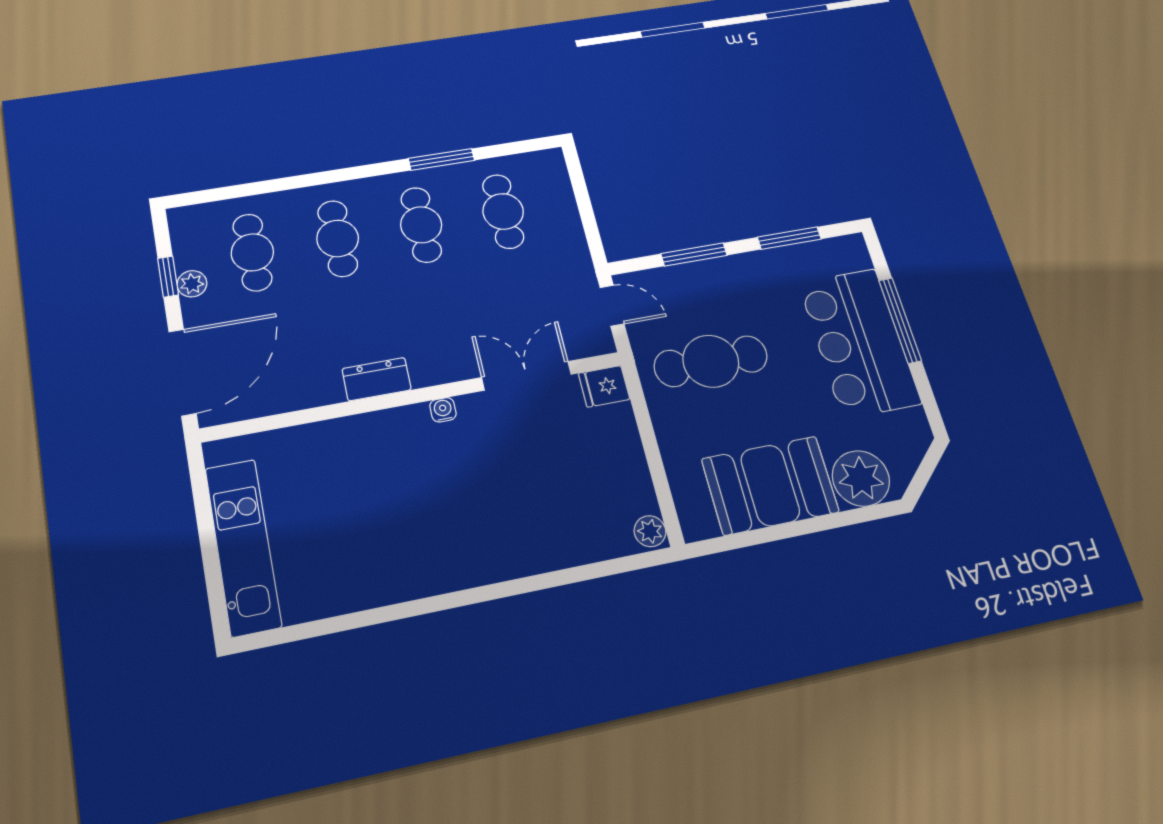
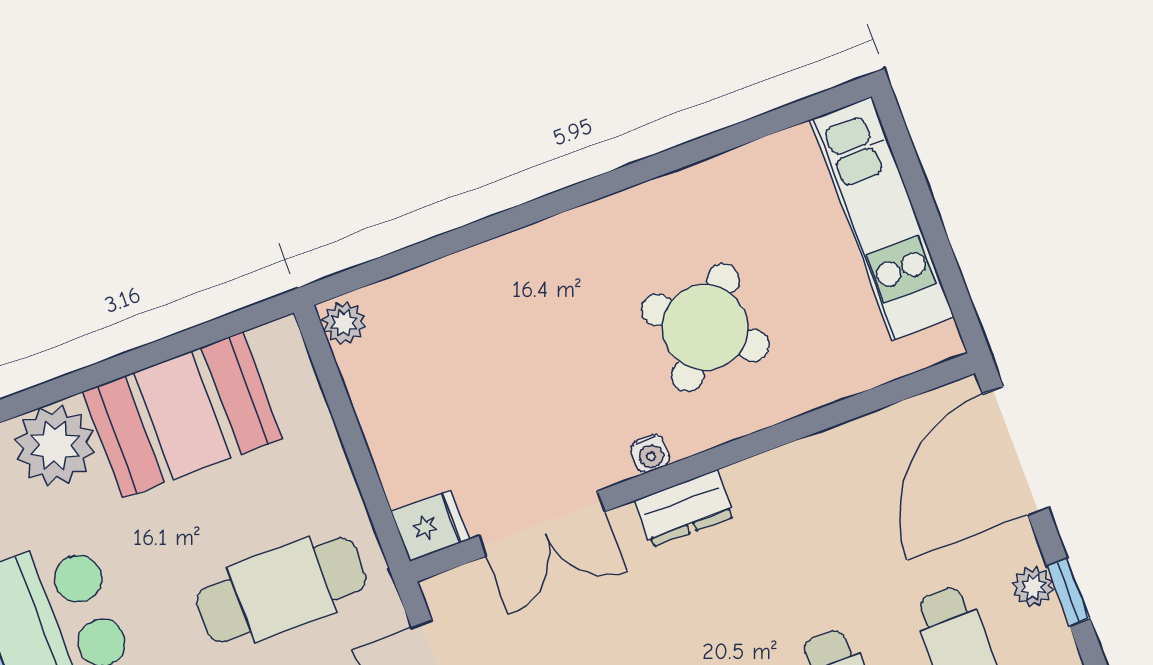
dresser: (377, 379) -> (684, 509), moved
round table: (389, 489) -> (705, 328), added

